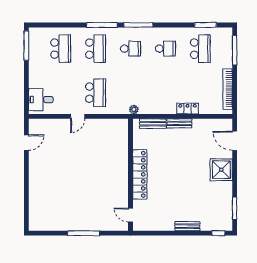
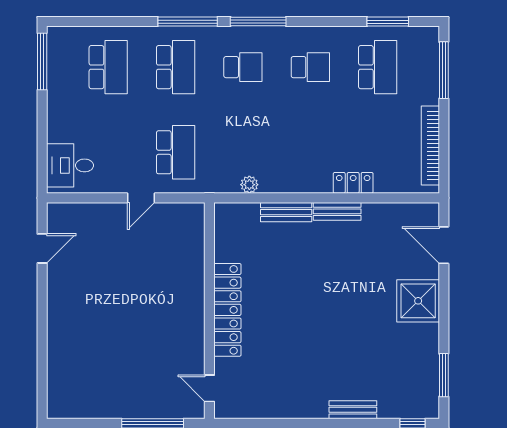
locker: (140, 174) -> (227, 310), moved
wall: (130, 175) -> (209, 311), moved
door: (130, 215) -> (209, 388), moved

